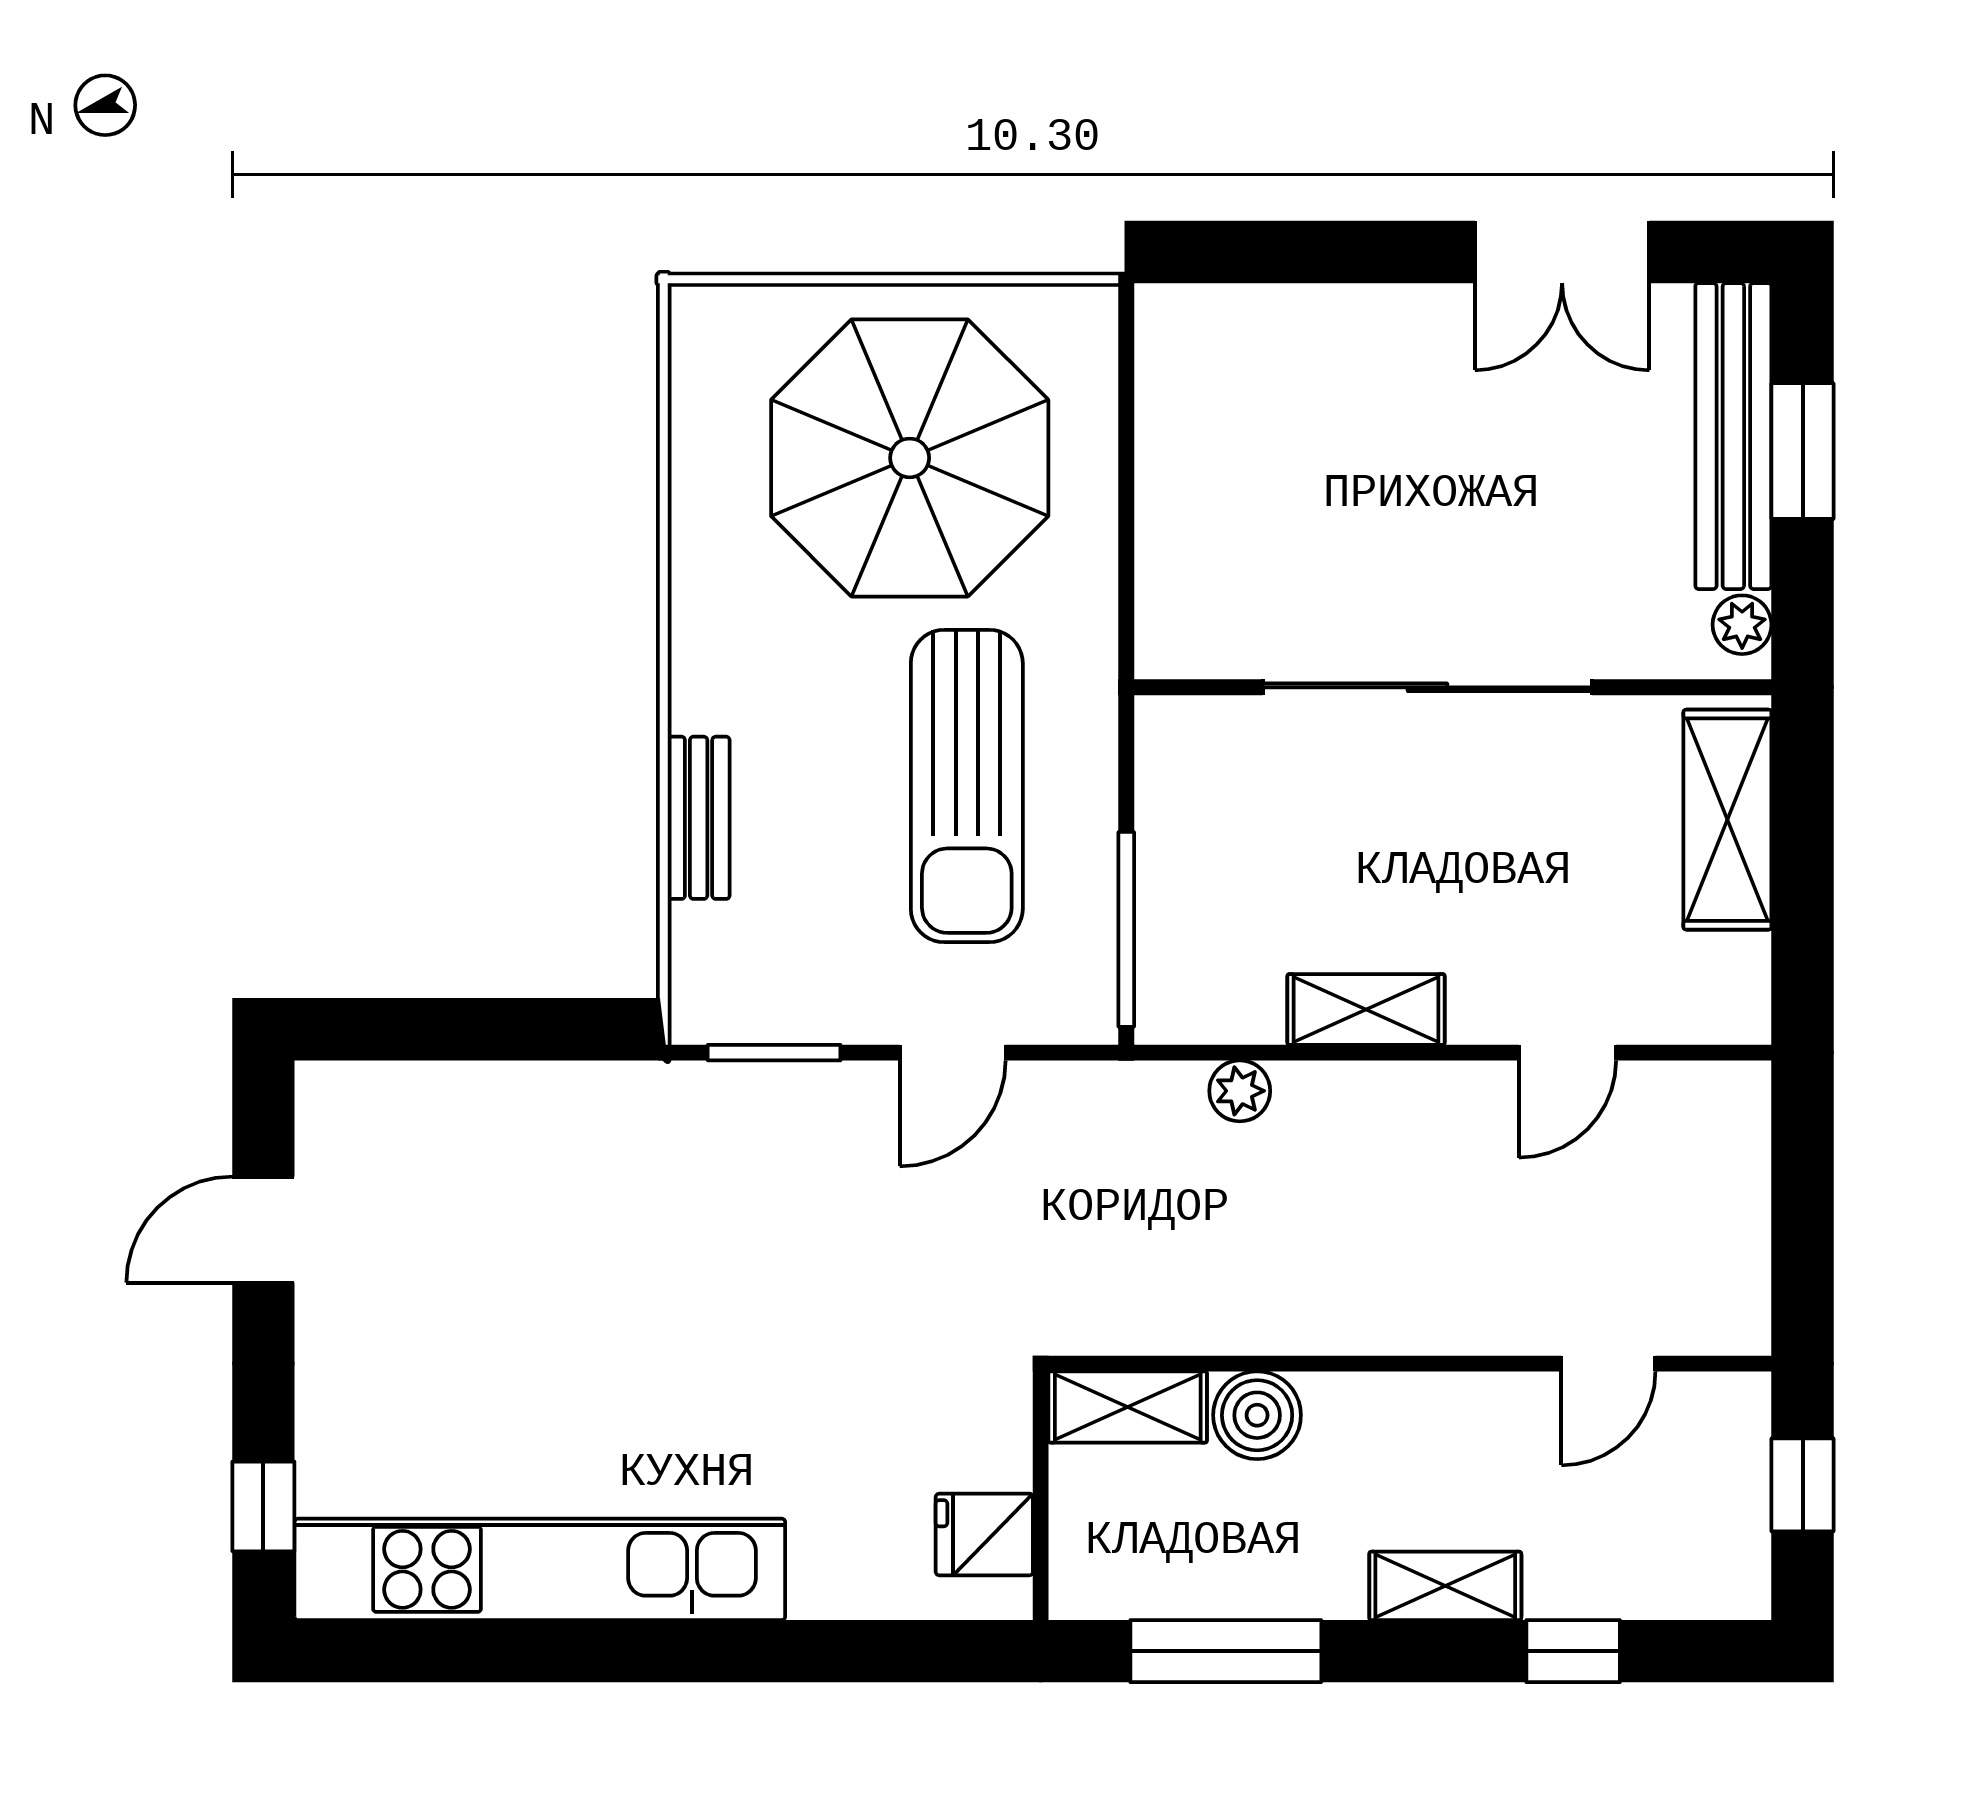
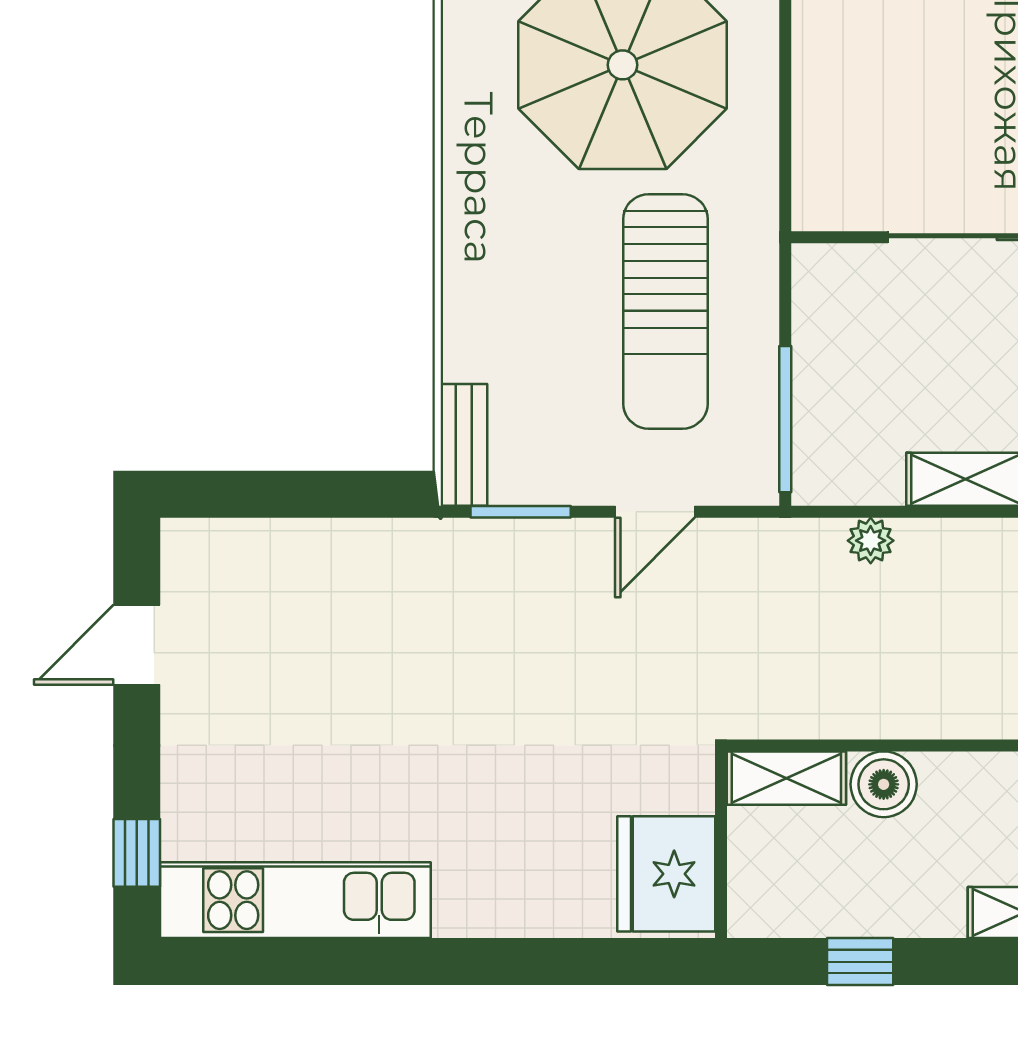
bench: (699, 818) -> (464, 445), moved
fridge: (984, 1534) -> (666, 874), width x1.88, depth x1.34
kitchen unit: (540, 1569) -> (295, 900), width x0.73
window: (1226, 1651) -> (860, 962), width x0.46

